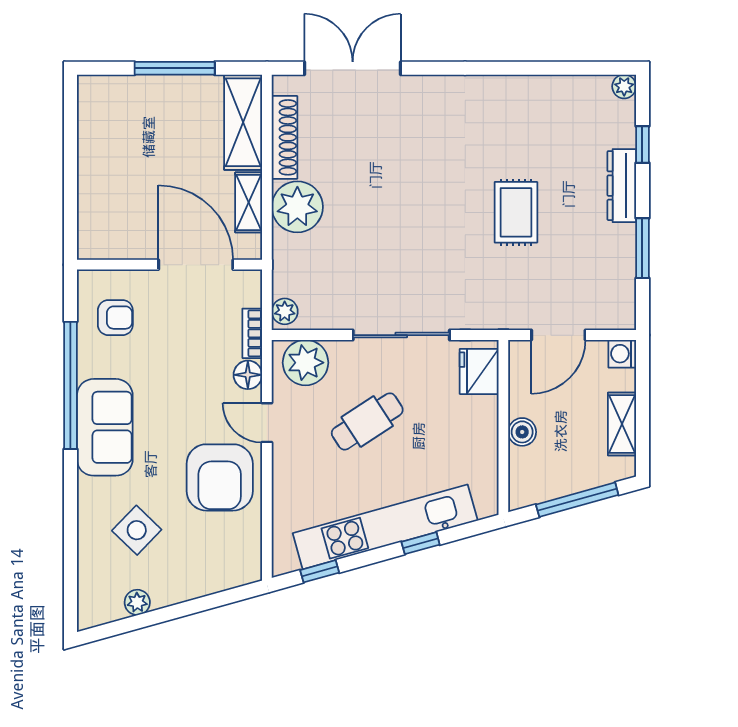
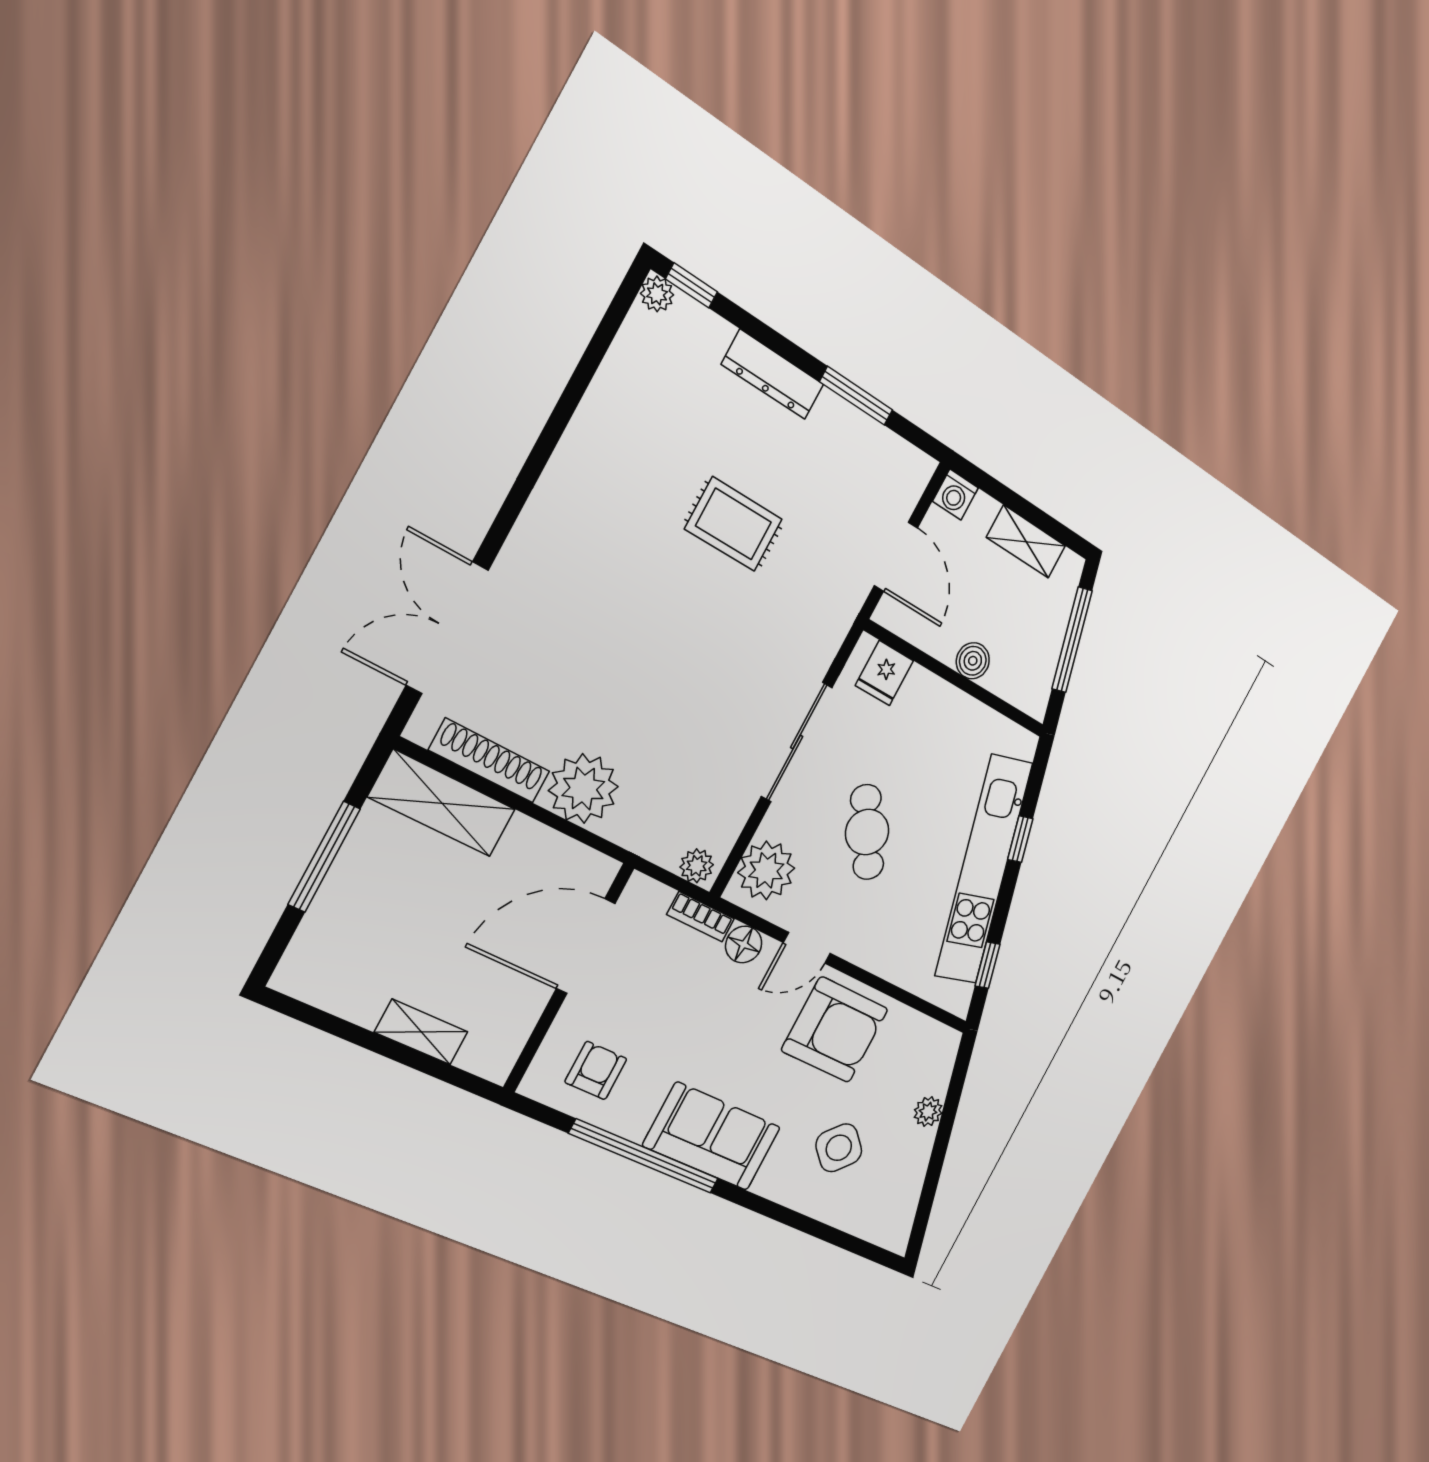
window: (642, 144) -> (691, 285), moved
shelving: (249, 202) -> (421, 1032), moved
fridge: (479, 371) -> (884, 673), width x0.72
plant: (137, 602) -> (928, 1112), moved

